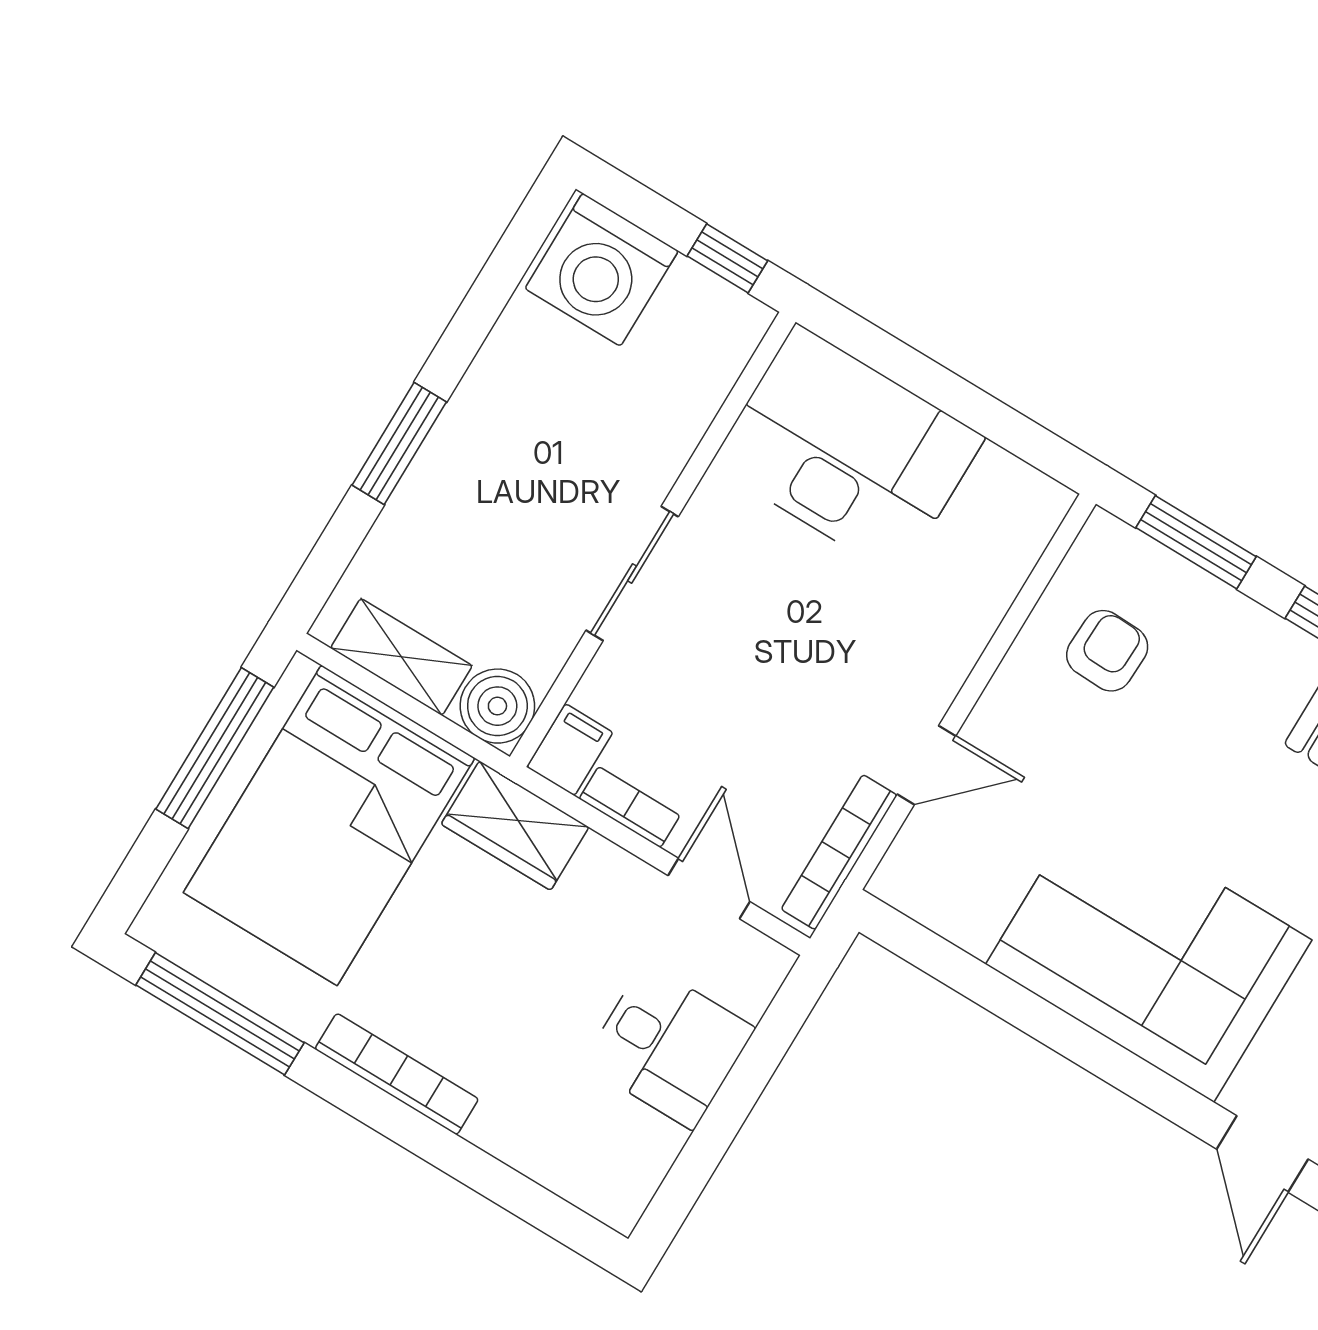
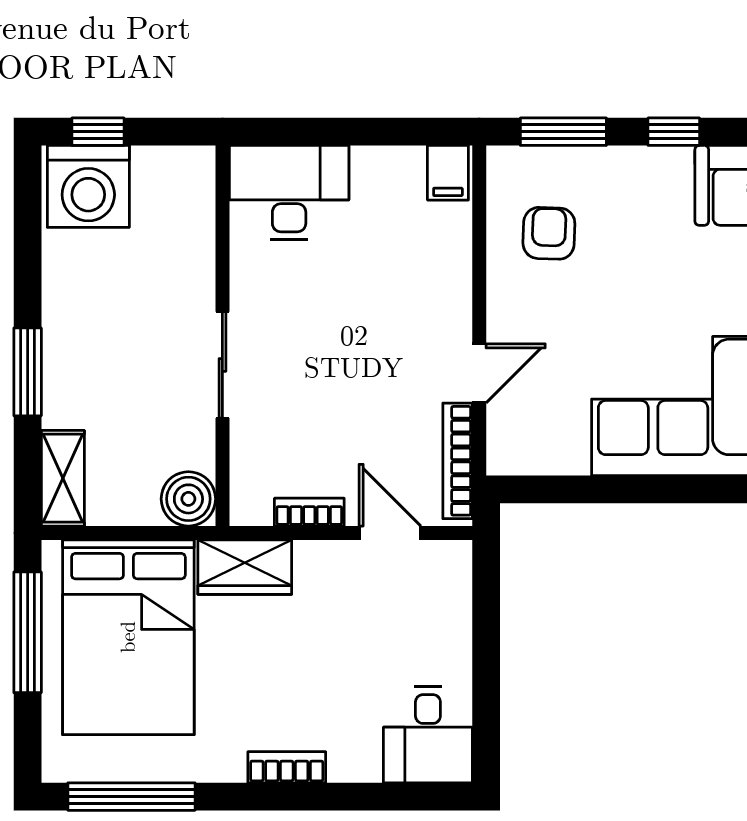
window: (727, 258) -> (98, 132), moved
desk: (848, 451) -> (289, 192), width x0.73, depth x0.77
shelving: (401, 657) -> (63, 478), moved, turned 90
filing cabinet: (570, 750) -> (448, 173), moved, turned 180
desk: (669, 1046) -> (428, 735), moved, turned 90
bookcase: (397, 1074) -> (287, 767), width x0.64

